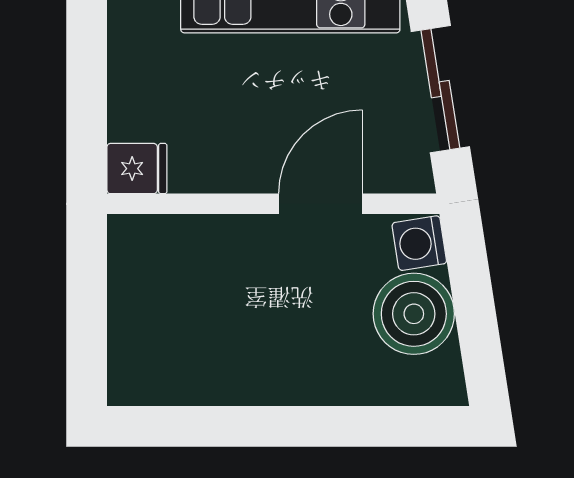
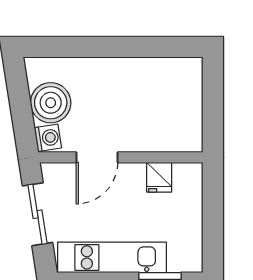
fridge: (137, 169) -> (159, 177), moved, turned -90

